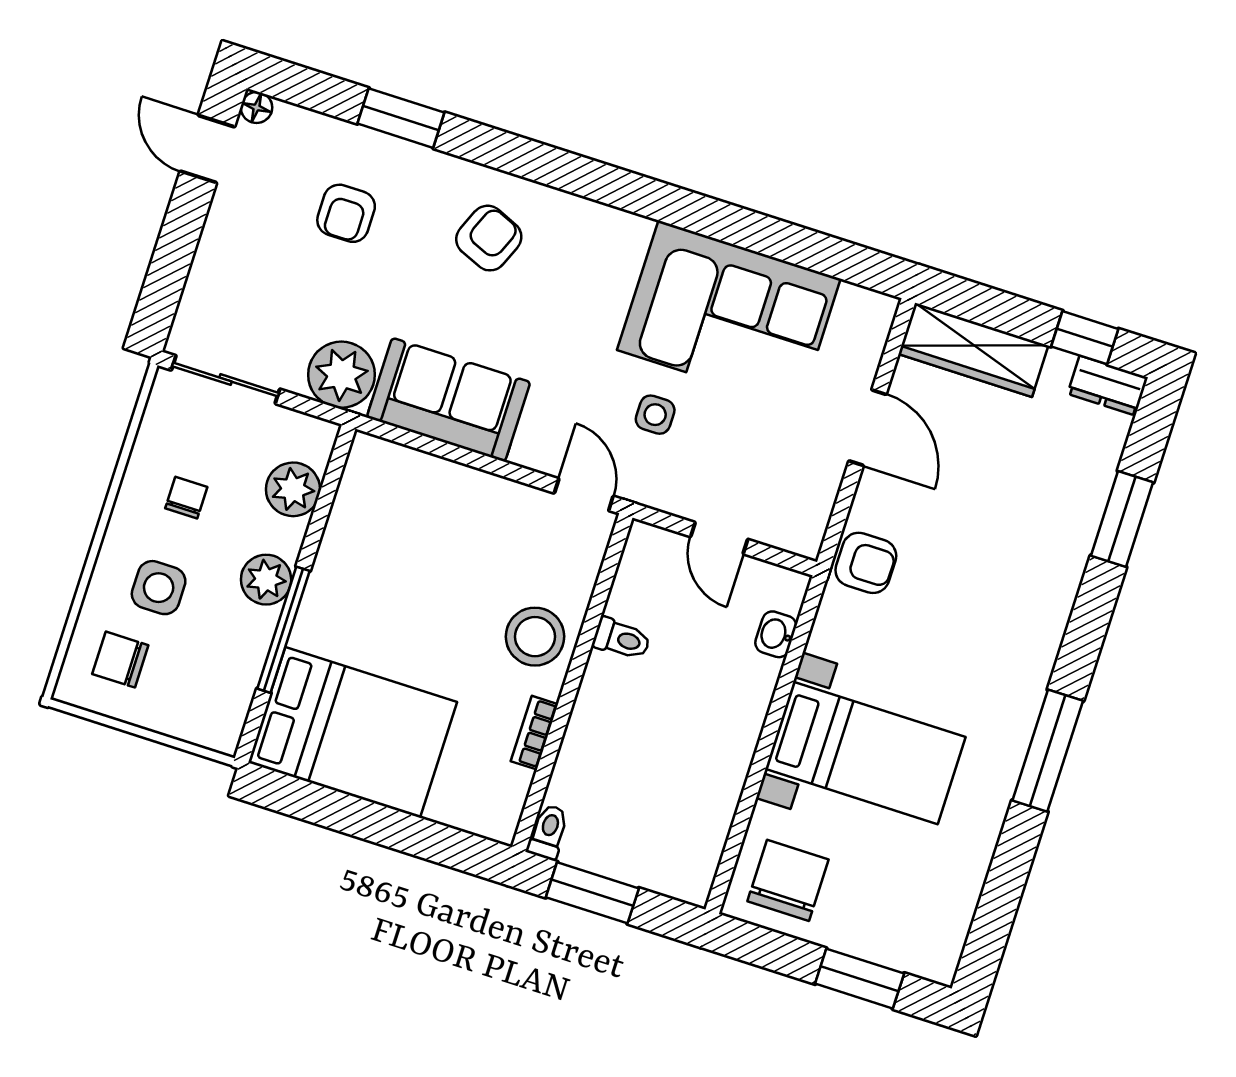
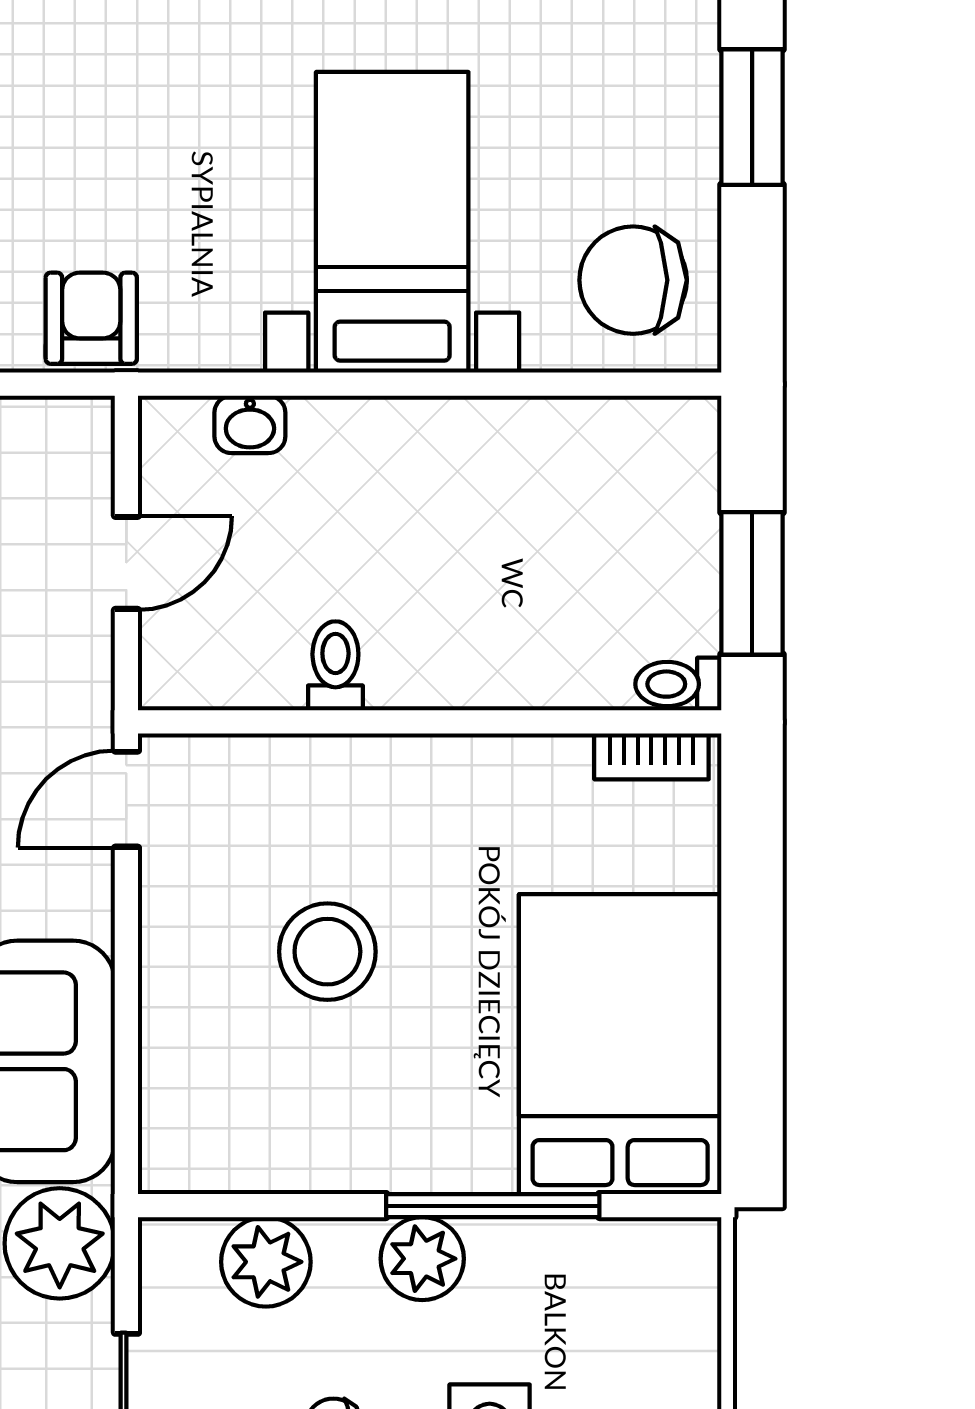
stool: (535, 637) -> (327, 952), moved
bookcase: (534, 733) -> (651, 756), moved

